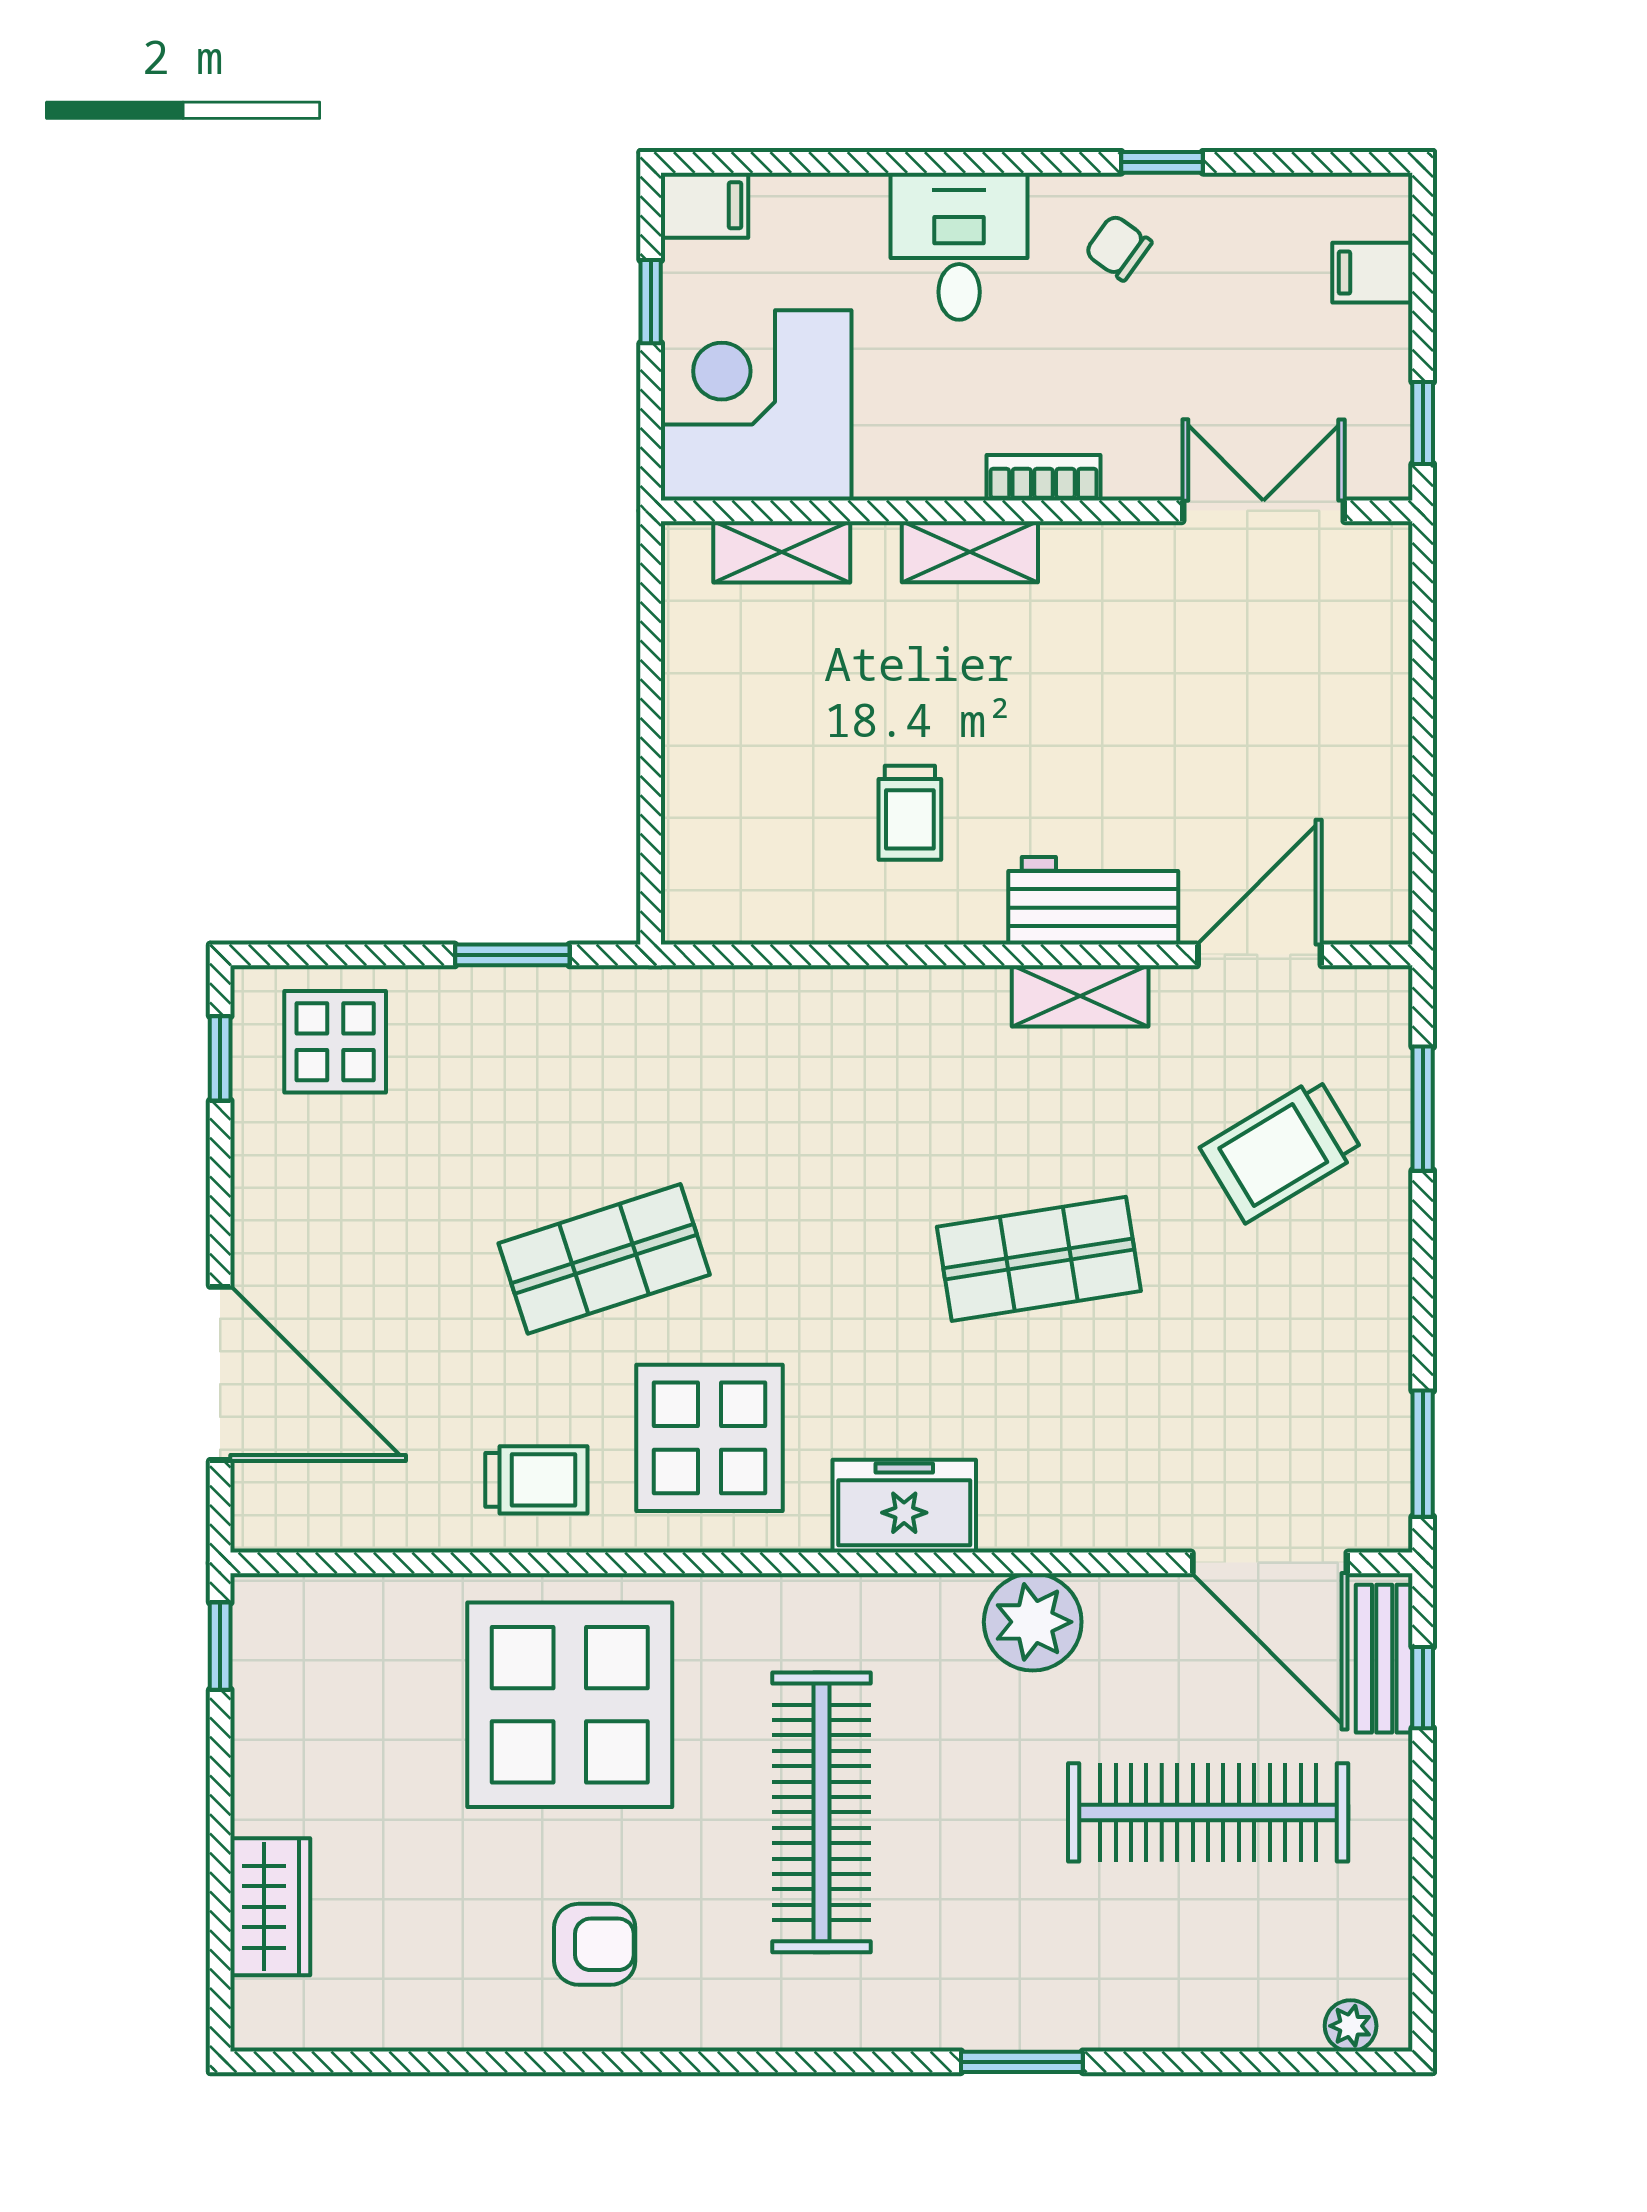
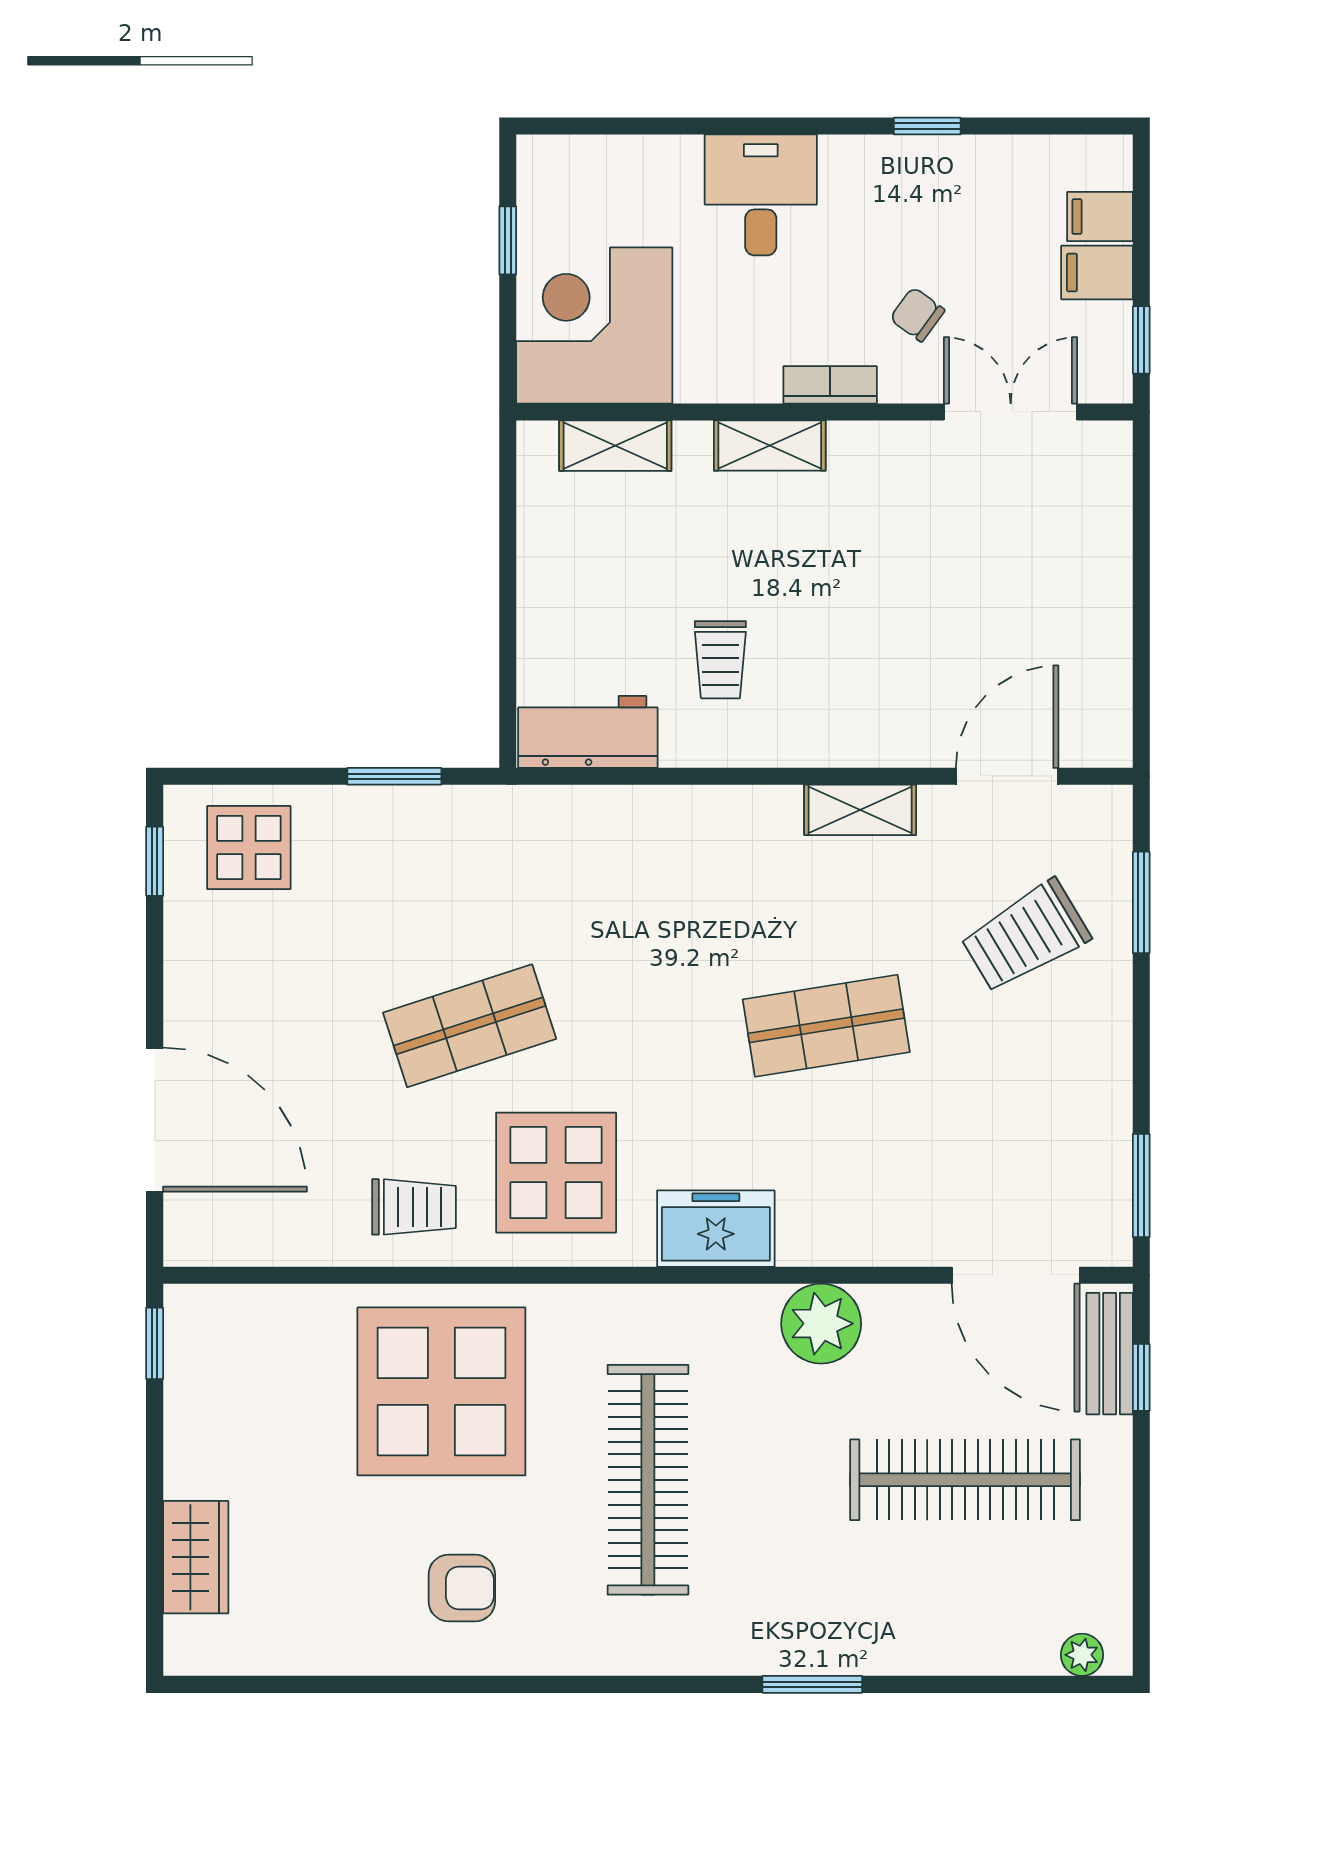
filing cabinet: (704, 205) -> (1097, 272), moved, turned 180
chair: (1118, 247) -> (917, 314), moved
workbench: (1093, 901) -> (588, 732), moved

